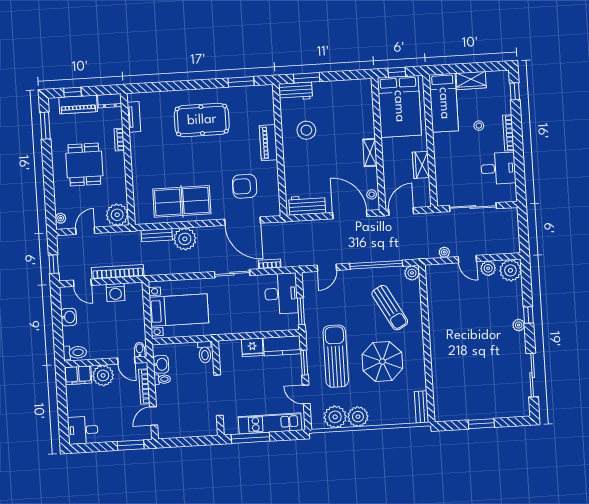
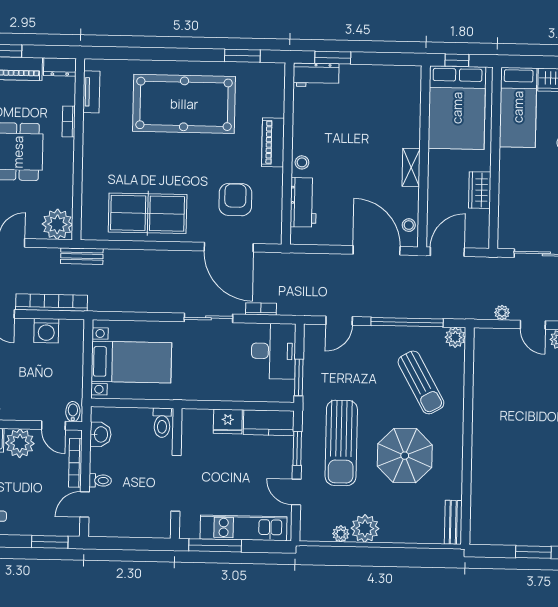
pool table: (202, 120) -> (184, 104), width x1.36, depth x1.32
stool: (306, 130) -> (302, 162), moved, width x0.53, depth x0.53
armchair: (245, 186) -> (235, 200), turned 90
workbench: (307, 205) -> (303, 202), moved, turned 90
bench: (157, 235) -> (82, 256), moved
plant: (185, 239) -> (148, 265), removed
sun lounger: (336, 356) -> (341, 443), turned 180
toilet: (162, 379) -> (100, 480), moved
plant: (335, 417) -> (341, 534), width x0.53, depth x0.53

